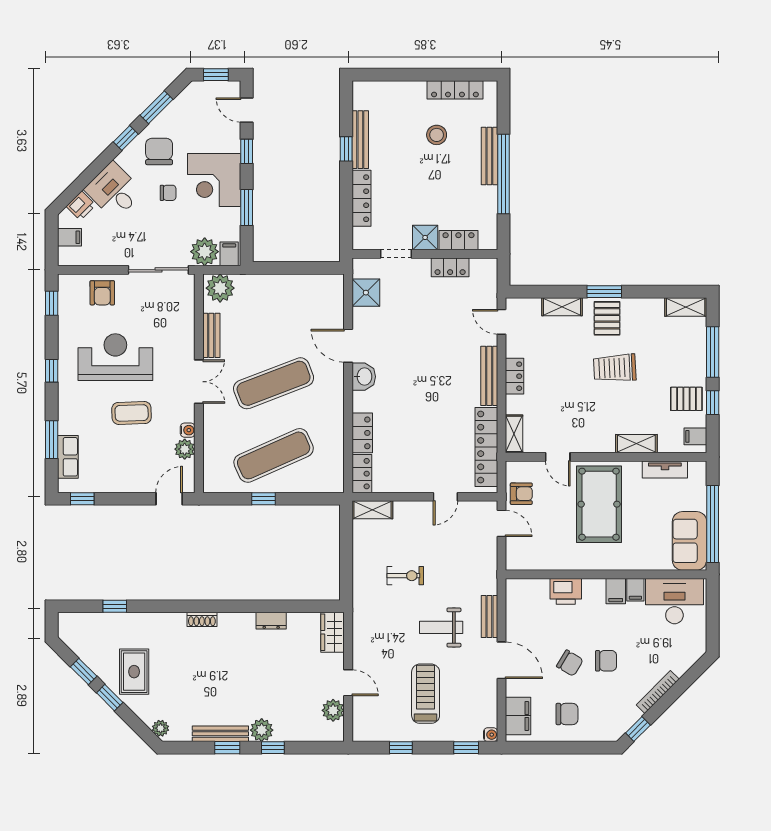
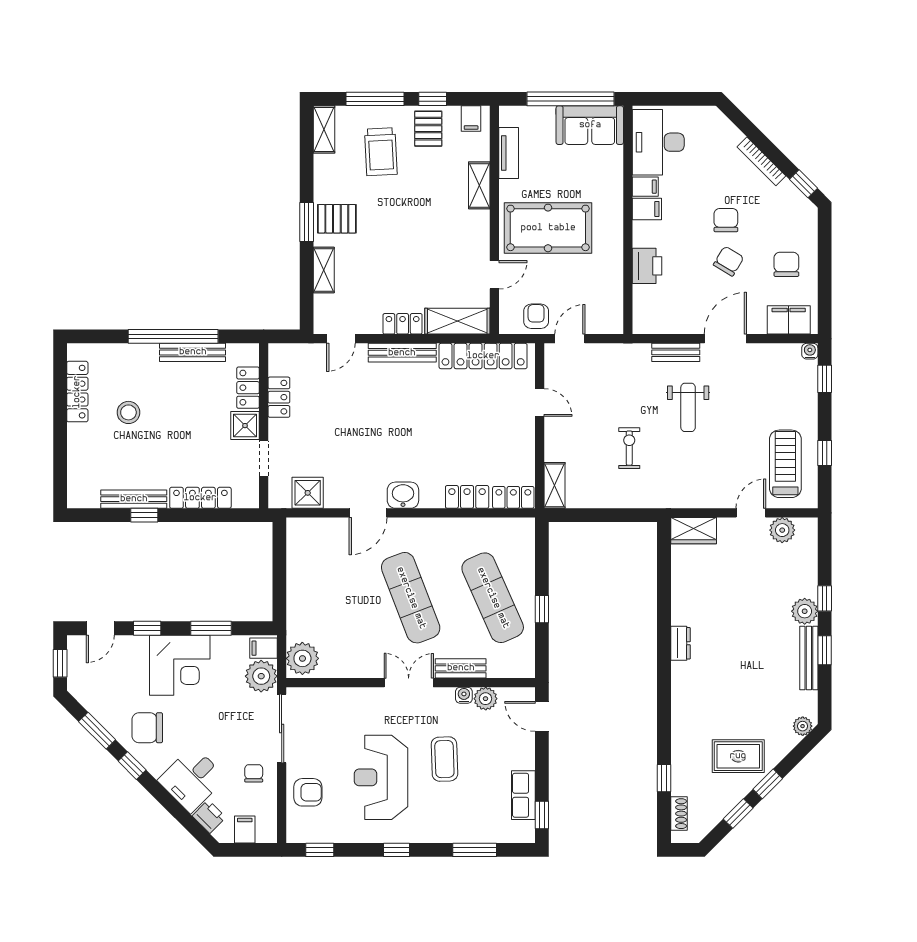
bench: (489, 156) -> (193, 352), moved
chair: (168, 193) -> (254, 773), moved
bench: (211, 335) -> (461, 668), moved
trolley: (615, 368) -> (381, 152), moved
shelving: (514, 434) -> (457, 321), width x1.50, depth x1.33
row of seats: (68, 457) -> (523, 795), moved, turned -90
shoe rack: (202, 619) -> (679, 814), moved
dresser: (271, 621) -> (680, 643), moved
treadmill: (426, 694) -> (785, 464), moved, turned 90

